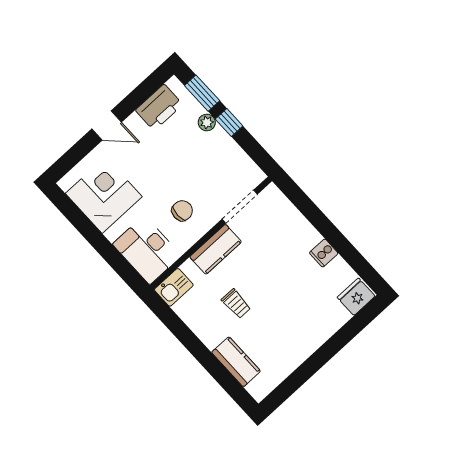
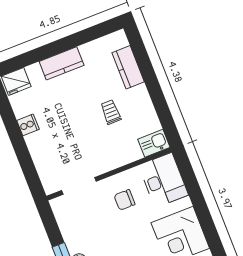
kitchen counter: (216, 249) -> (62, 63), moved, turned 180

